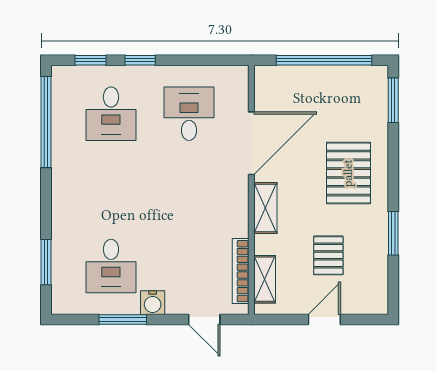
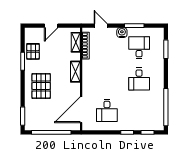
desk: (111, 114) -> (139, 79), moved, turned 180
door: (251, 143) -> (81, 110), moved
pallet: (328, 255) -> (33, 51), moved

